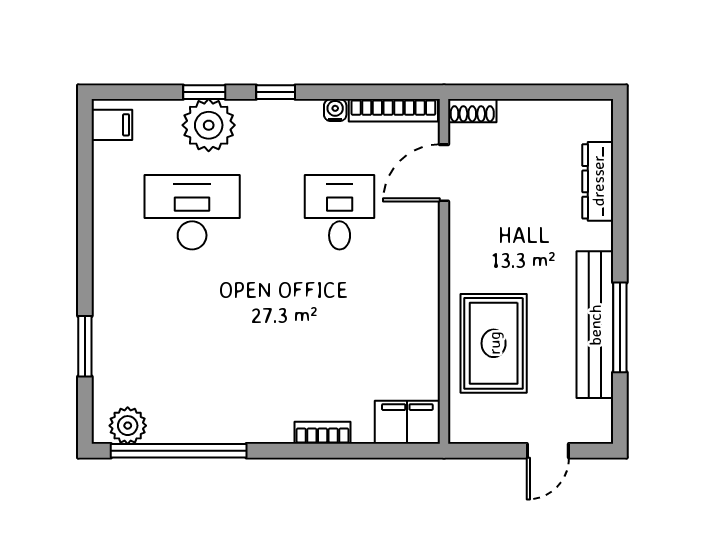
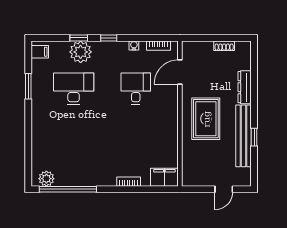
bookcase: (393, 110) -> (159, 46), width x0.64
shoe rack: (472, 111) -> (224, 46), moved
dresser: (598, 181) -> (245, 87), moved
window: (620, 327) -> (254, 137), width x0.46
rug: (494, 343) -> (206, 119), moved
window: (85, 346) -> (28, 86), moved

